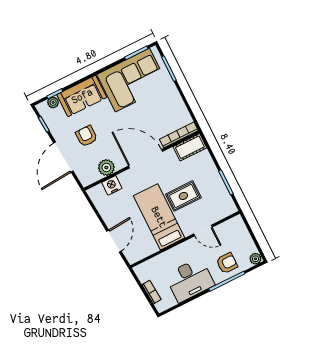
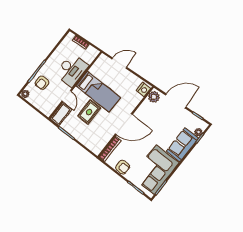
armchair: (86, 136) -> (123, 167), moved
cot: (190, 147) -> (61, 114), moved
door: (63, 157) -> (176, 101), hinge flipped
plant: (106, 167) -> (154, 97), moved
nightstand: (112, 185) -> (143, 89), moved
door: (203, 230) -> (67, 96), swing flipped
door: (114, 241) -> (119, 63), swing flipped
desk: (190, 280) -> (72, 70), moved, turned 180

